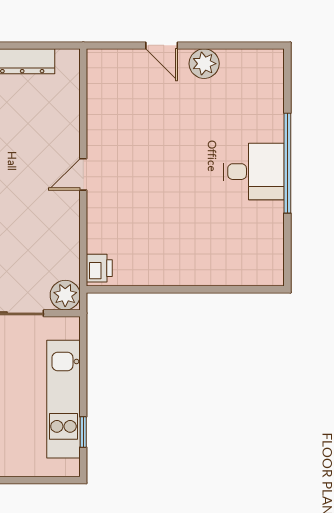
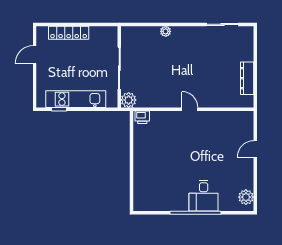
plant: (204, 64) -> (246, 197), moved
desk: (254, 172) -> (204, 196), moved

